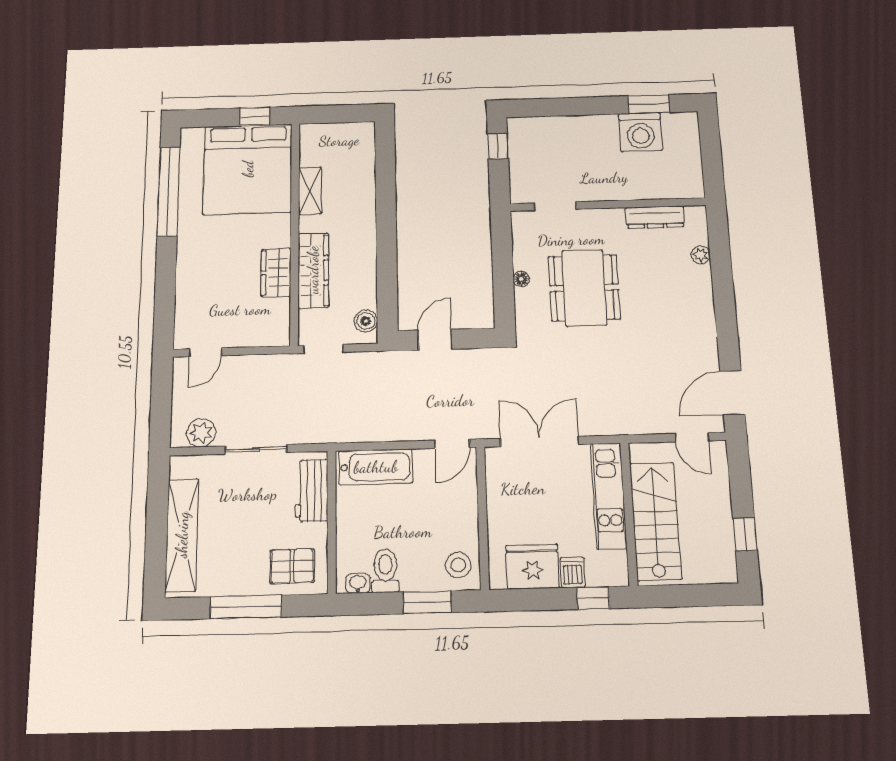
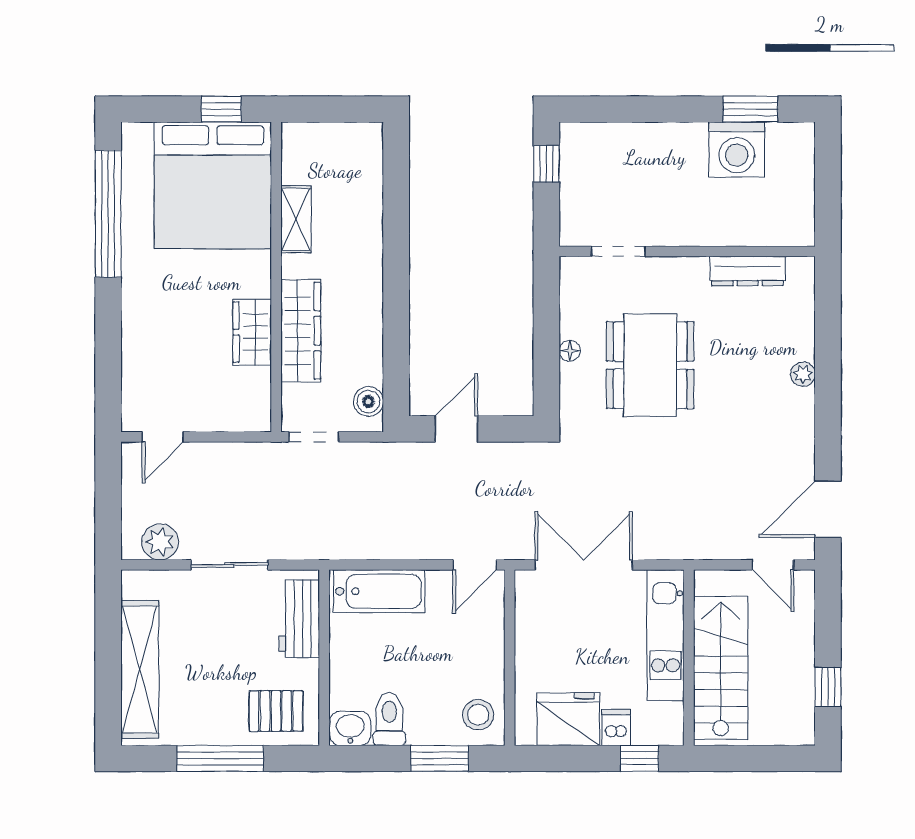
plant: (701, 255) -> (803, 374), moved
washbasin: (358, 583) -> (350, 728), width x1.38, depth x1.45

